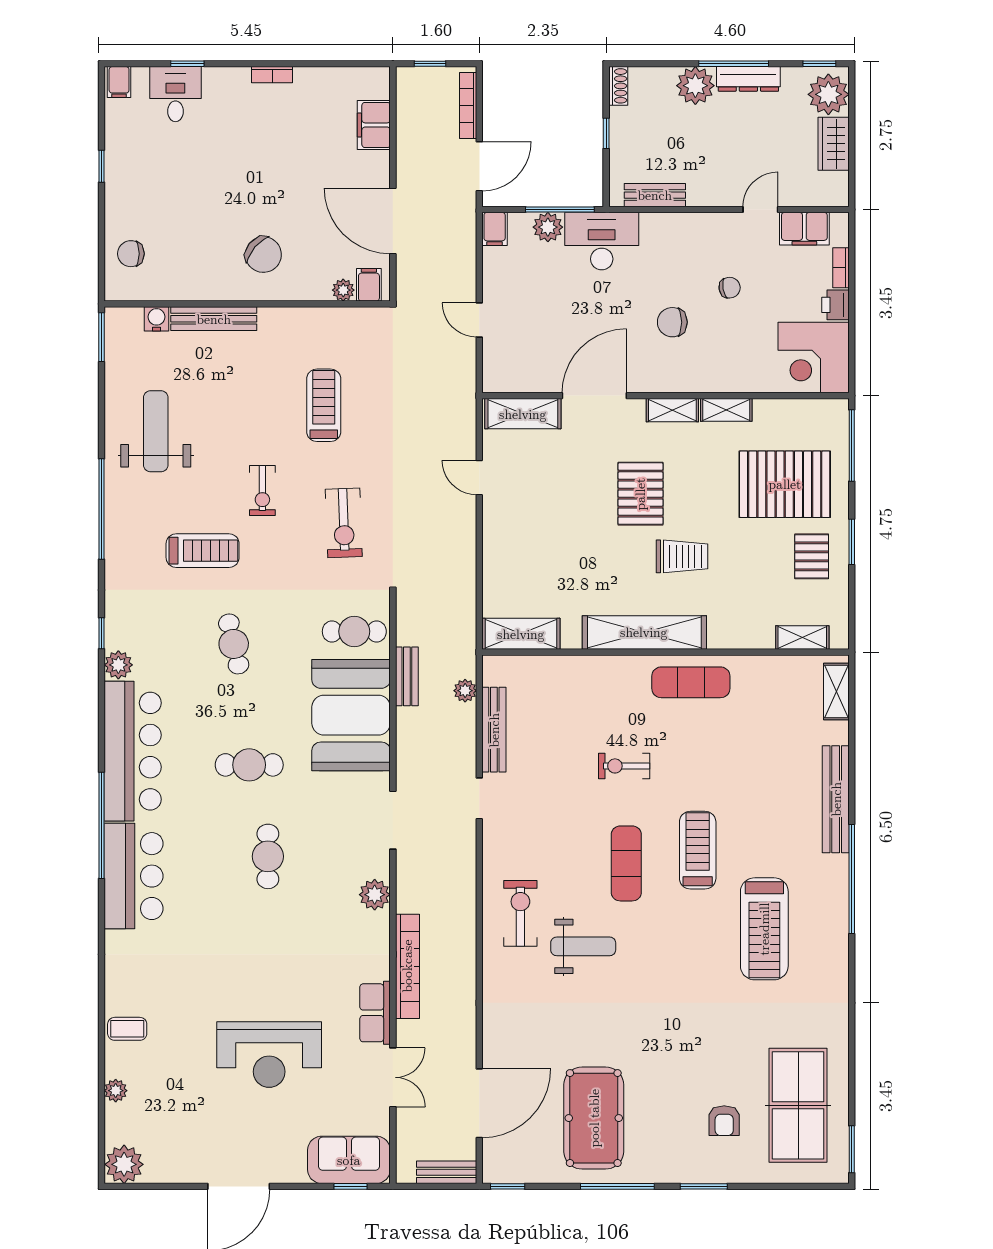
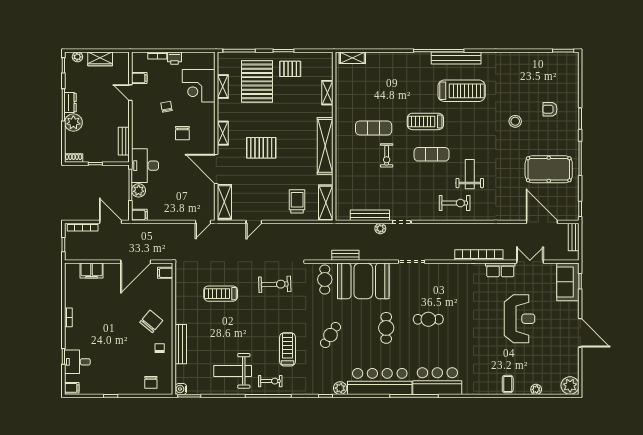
dresser: (748, 79) -> (70, 103), width x0.70
plant: (828, 94) -> (77, 57), width x0.53, depth x0.53
filing cabinet: (804, 229) -> (139, 78), width x0.50
chair: (205, 273) -> (160, 348), added
plant: (343, 290) -> (168, 285), removed
water cooler: (156, 319) -> (181, 389), moved
door: (479, 320) -> (203, 222), moved
corner desk: (814, 358) -> (199, 86), moved, turned 90
shelving: (726, 410) -> (223, 87), moved
exercise bike: (262, 491) -> (270, 381), moved
trolley: (682, 556) -> (297, 201), moved
shelving: (802, 637) -> (327, 93), moved
cafe table: (234, 644) -> (330, 335), turned -44
exercise mat: (691, 682) -> (374, 128), moved, turned 90
plant: (465, 691) -> (380, 229), moved
bench: (836, 799) -> (456, 58), moved
plant: (375, 895) -> (446, 270), removed
exercise bike: (520, 913) -> (455, 203), turned 180
stool: (698, 1045) -> (515, 121), added
table tennis table: (798, 1105) -> (543, 75), removed
armchair: (724, 1121) -> (550, 109), turned 180

